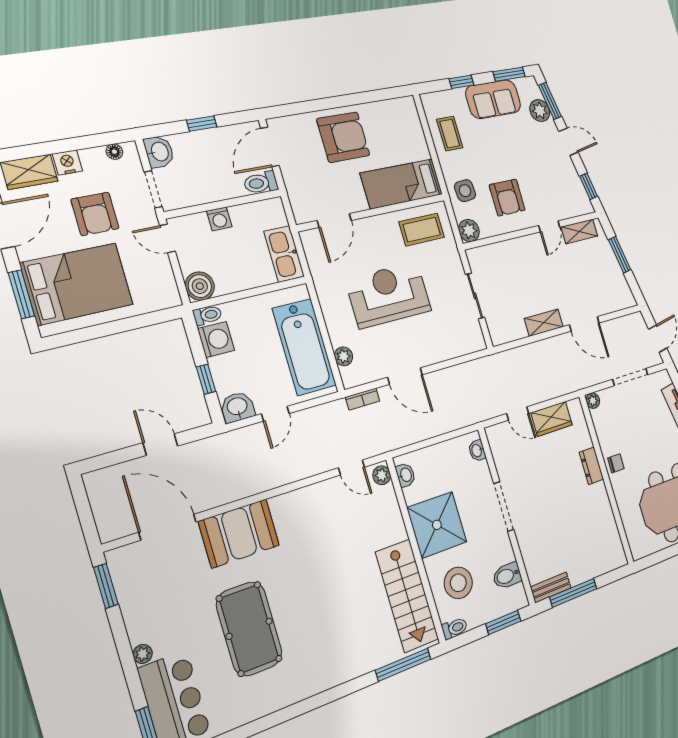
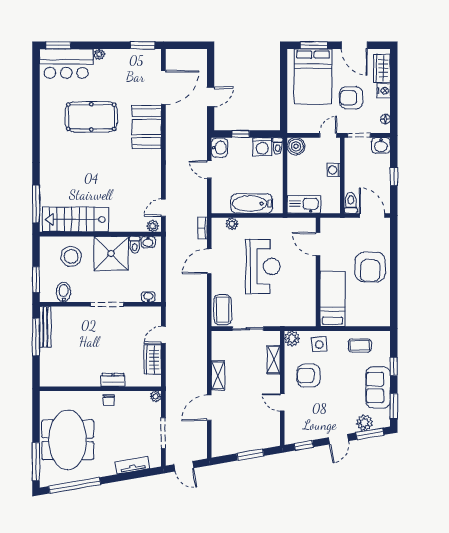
coffee table: (422, 230) -> (223, 310), moved
shelving: (579, 231) -> (274, 360), moved
bathtub: (304, 347) -> (252, 204), width x0.73, depth x0.73
bench: (551, 587) -> (45, 327), width x1.36
toilet: (455, 628) -> (135, 245), moved

